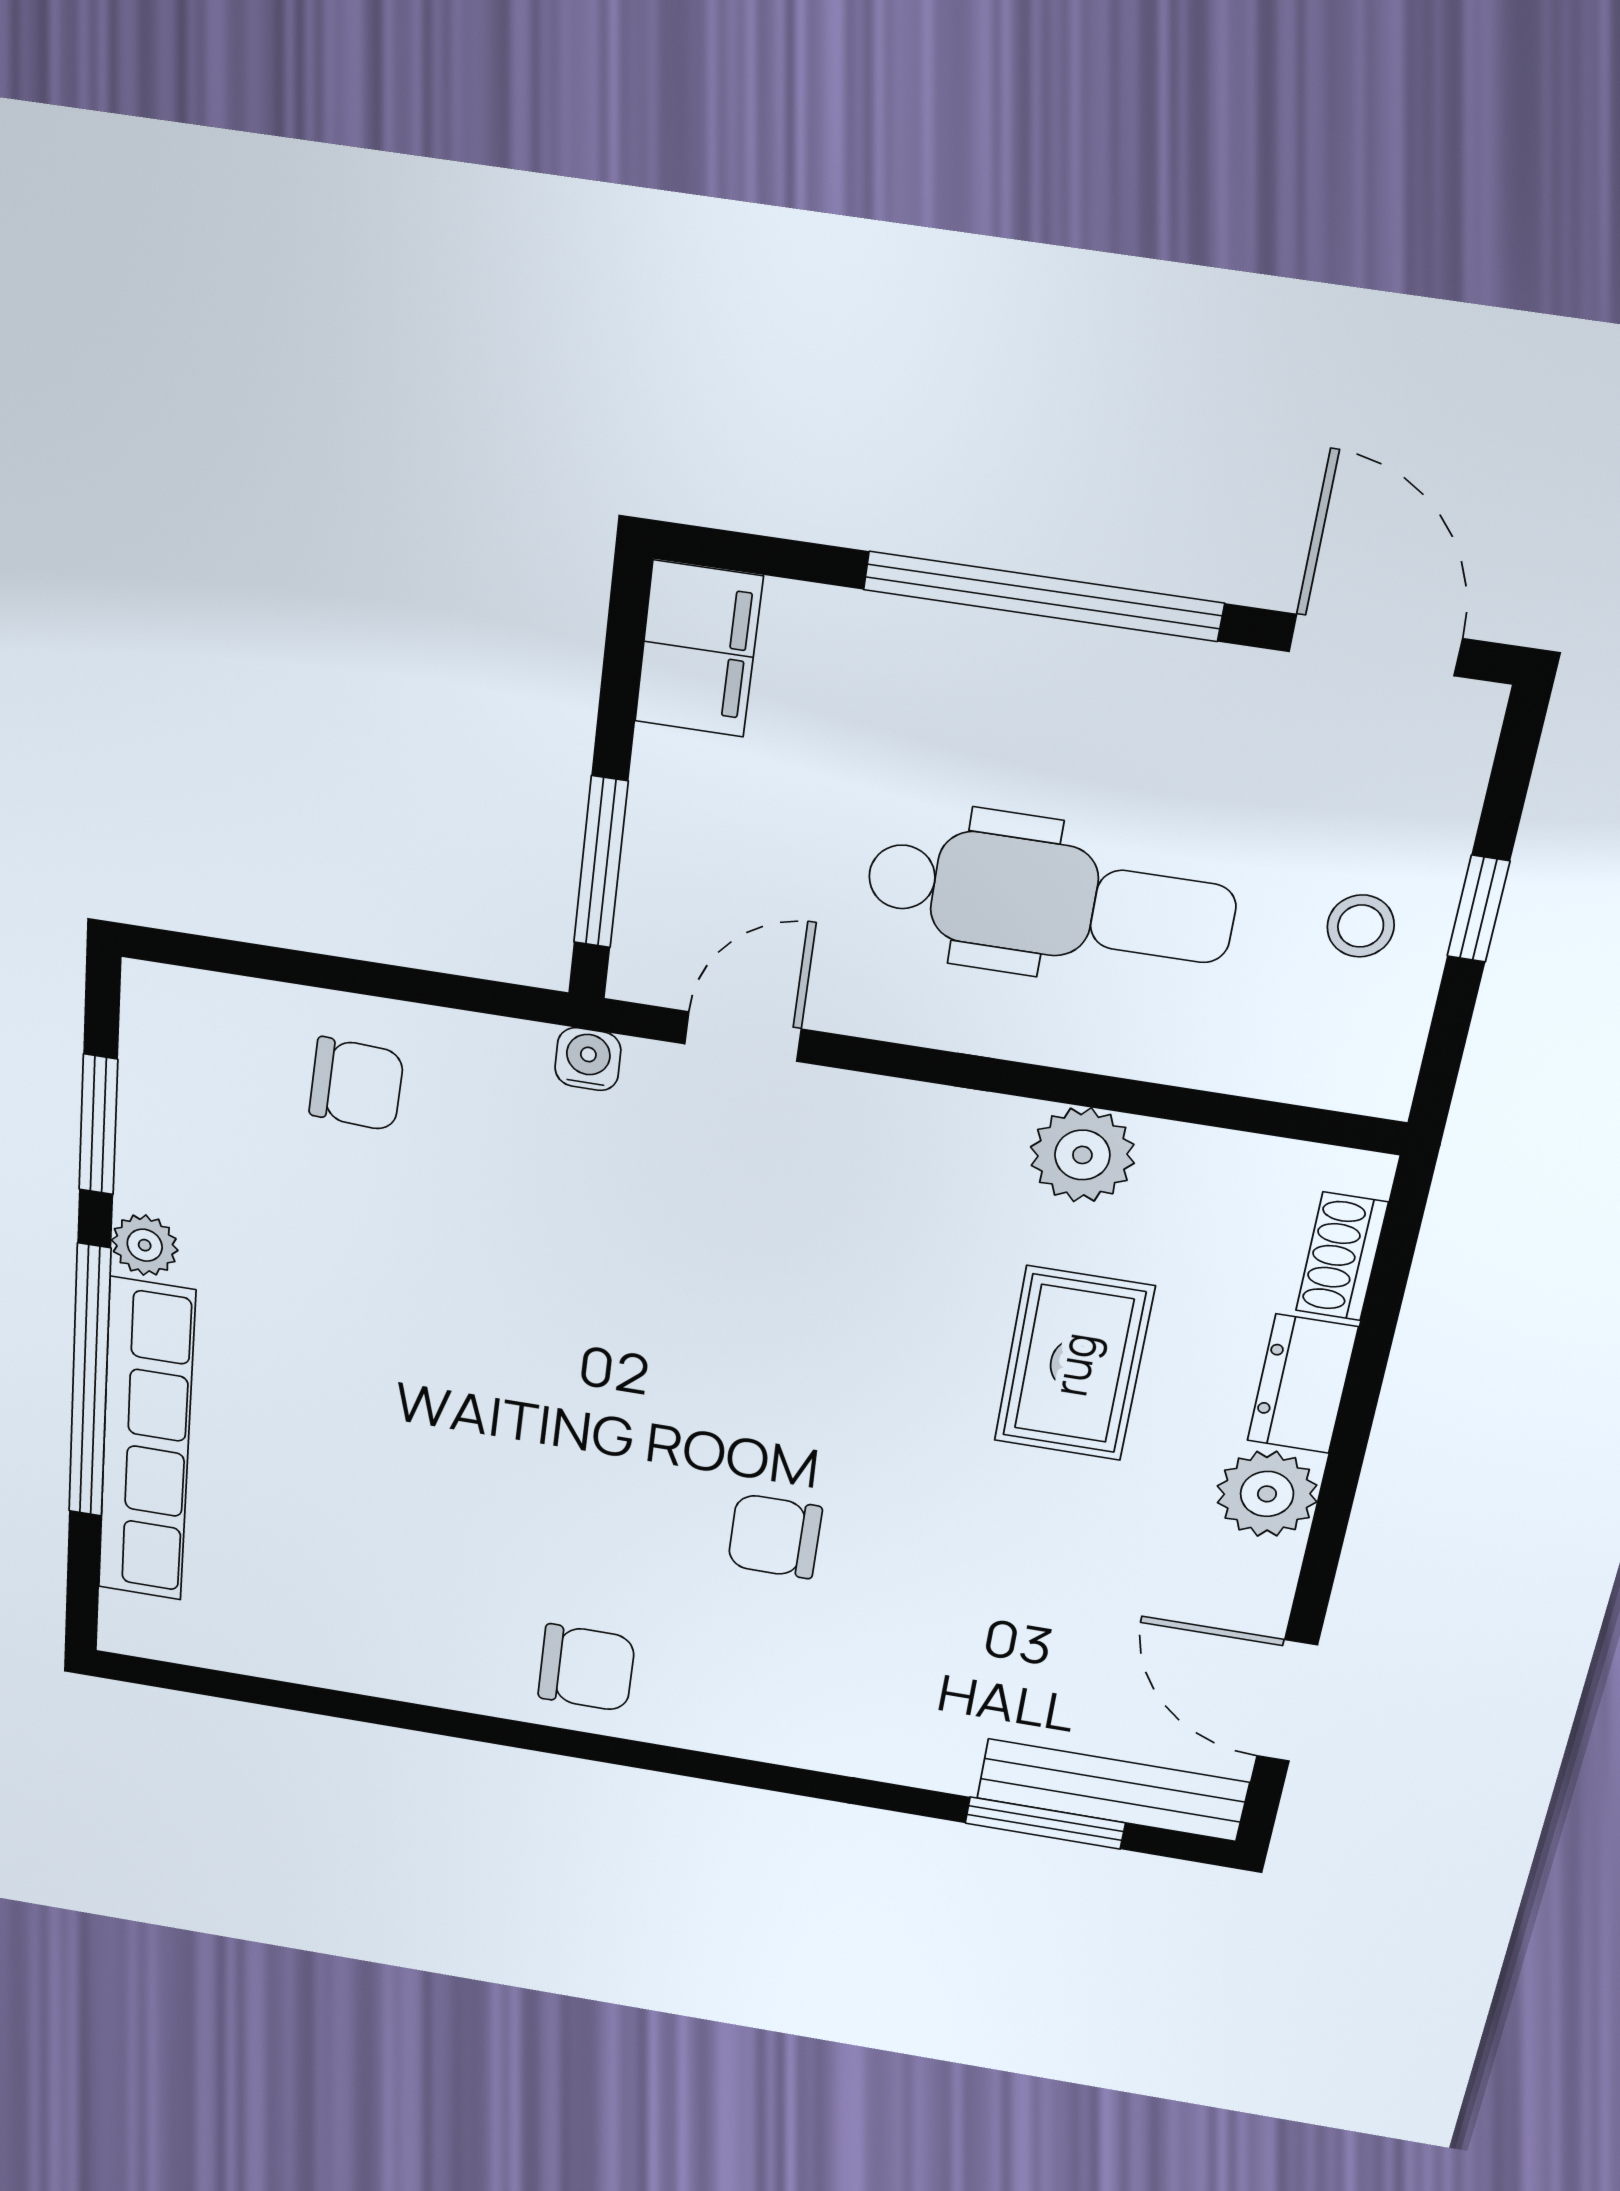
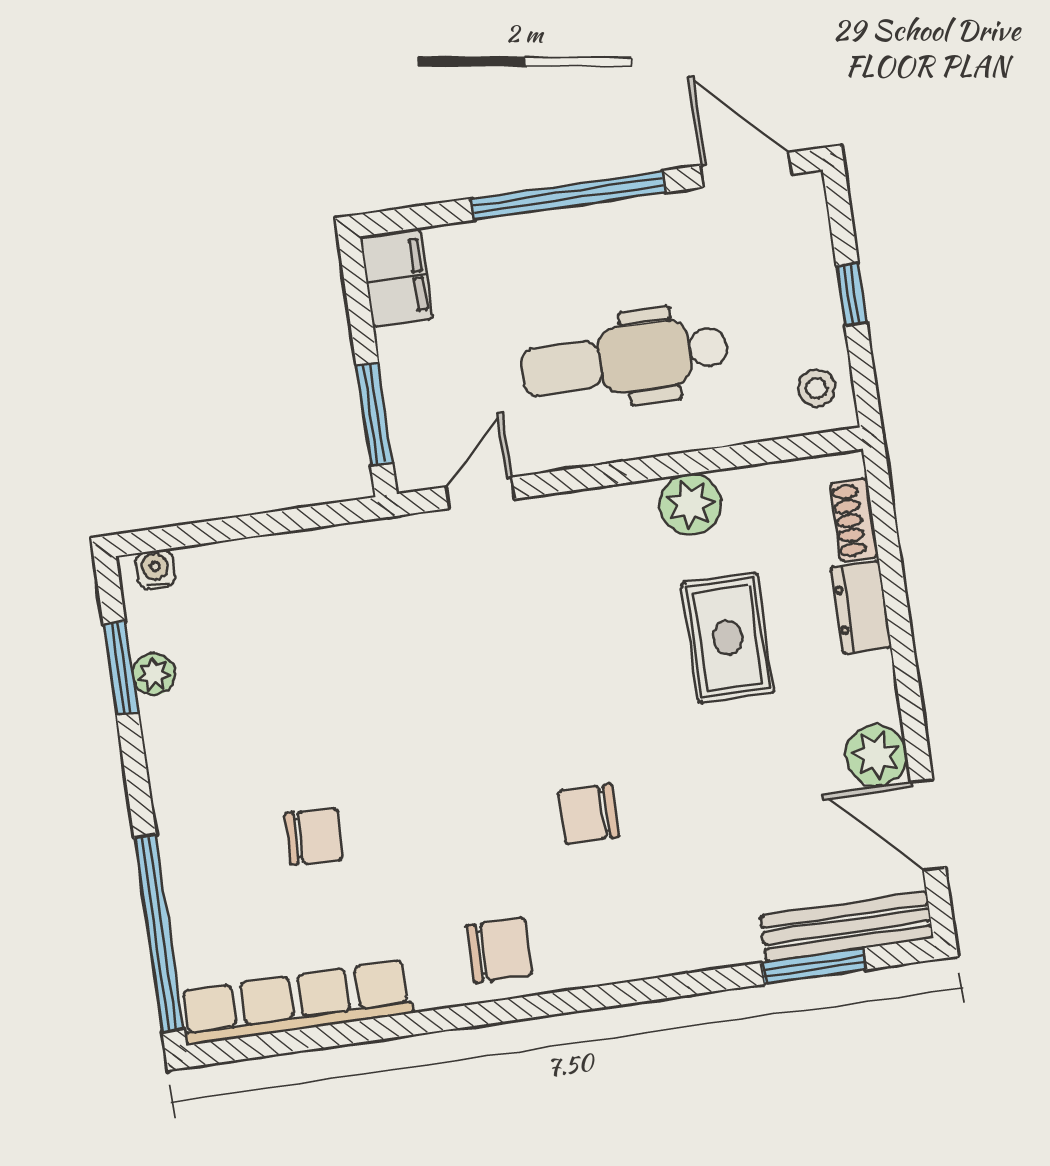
dental chair: (1050, 899) -> (625, 359), turned 180
stool: (1361, 926) -> (817, 388), moved
water cooler: (588, 1059) -> (155, 569), moved
chair: (356, 1084) -> (314, 837), moved
plant: (145, 1245) -> (154, 674), moved
window: (90, 1382) -> (159, 933), moved
row of seats: (146, 1442) -> (296, 1002), moved, turned -90
plant: (1267, 1494) -> (876, 755), moved

